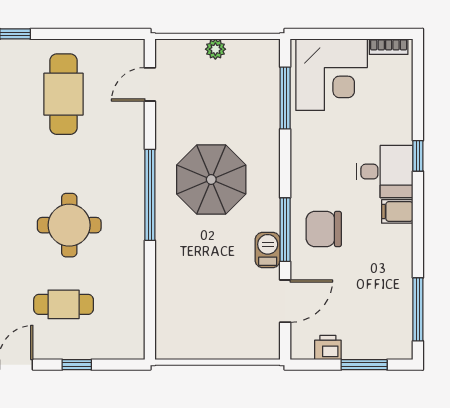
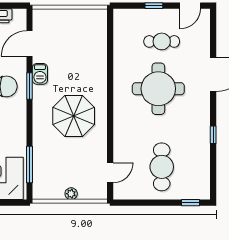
window: (150, 195) -> (110, 107), removed
round table: (69, 225) -> (158, 89), width x1.36, depth x1.36
window: (285, 230) -> (30, 86), width x0.69

